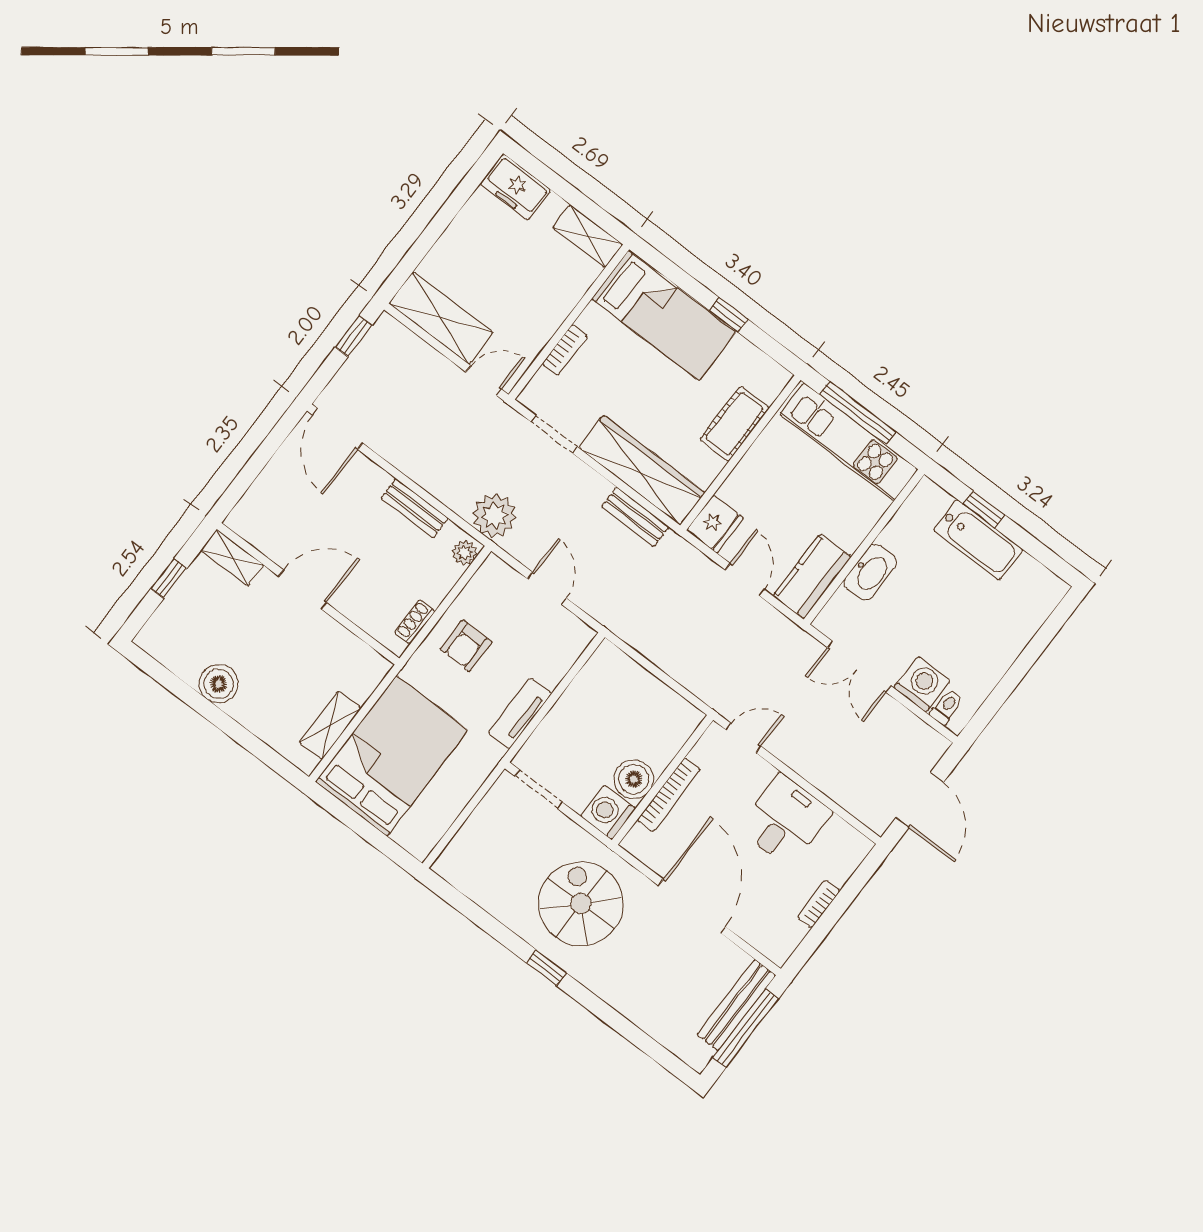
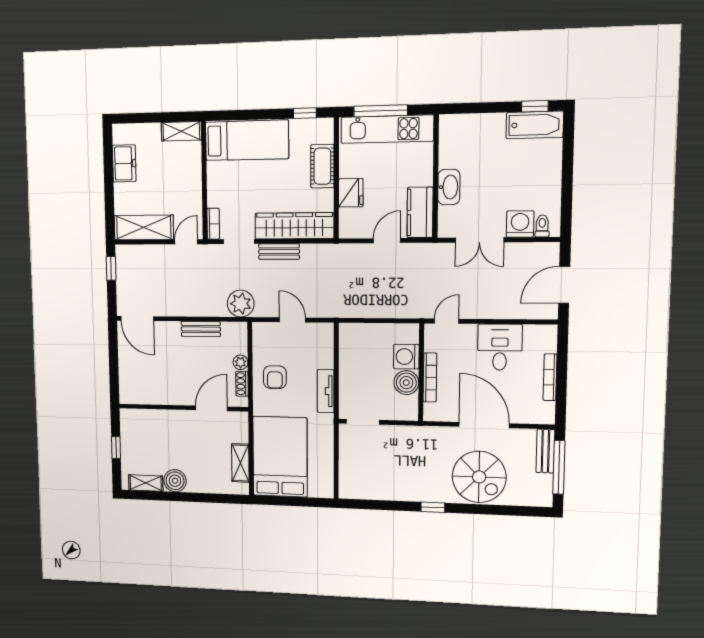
freezer: (516, 187) -> (124, 163), moved, turned -90
window: (728, 315) -> (305, 113), moved
bookcase: (565, 350) -> (213, 224), moved
window: (984, 509) -> (535, 106), moved
bench: (635, 517) -> (279, 252), moved
fridge: (715, 524) -> (351, 193), moved
bathtub: (978, 540) -> (535, 125), moved
plant: (465, 553) -> (241, 362), moved
shelving: (232, 558) -> (146, 483), moved
door: (745, 580) -> (387, 241), hinge flipped
door: (303, 590) -> (211, 408), moved
door: (920, 800) -> (564, 285), swing flipped
washing machine: (608, 812) -> (406, 357), moved
spiral stairs: (581, 904) -> (479, 477), moved, turned 180
bookcase: (819, 904) -> (550, 377), width x1.56
bench: (737, 1005) -> (545, 451), width x0.73

